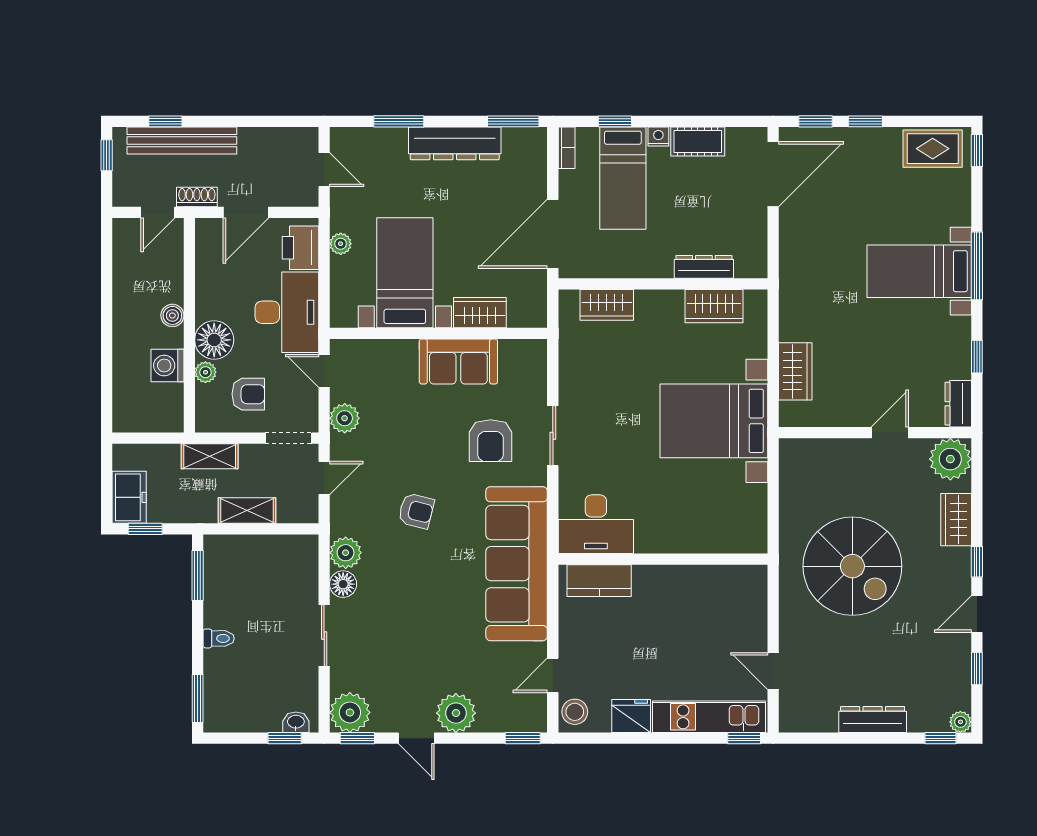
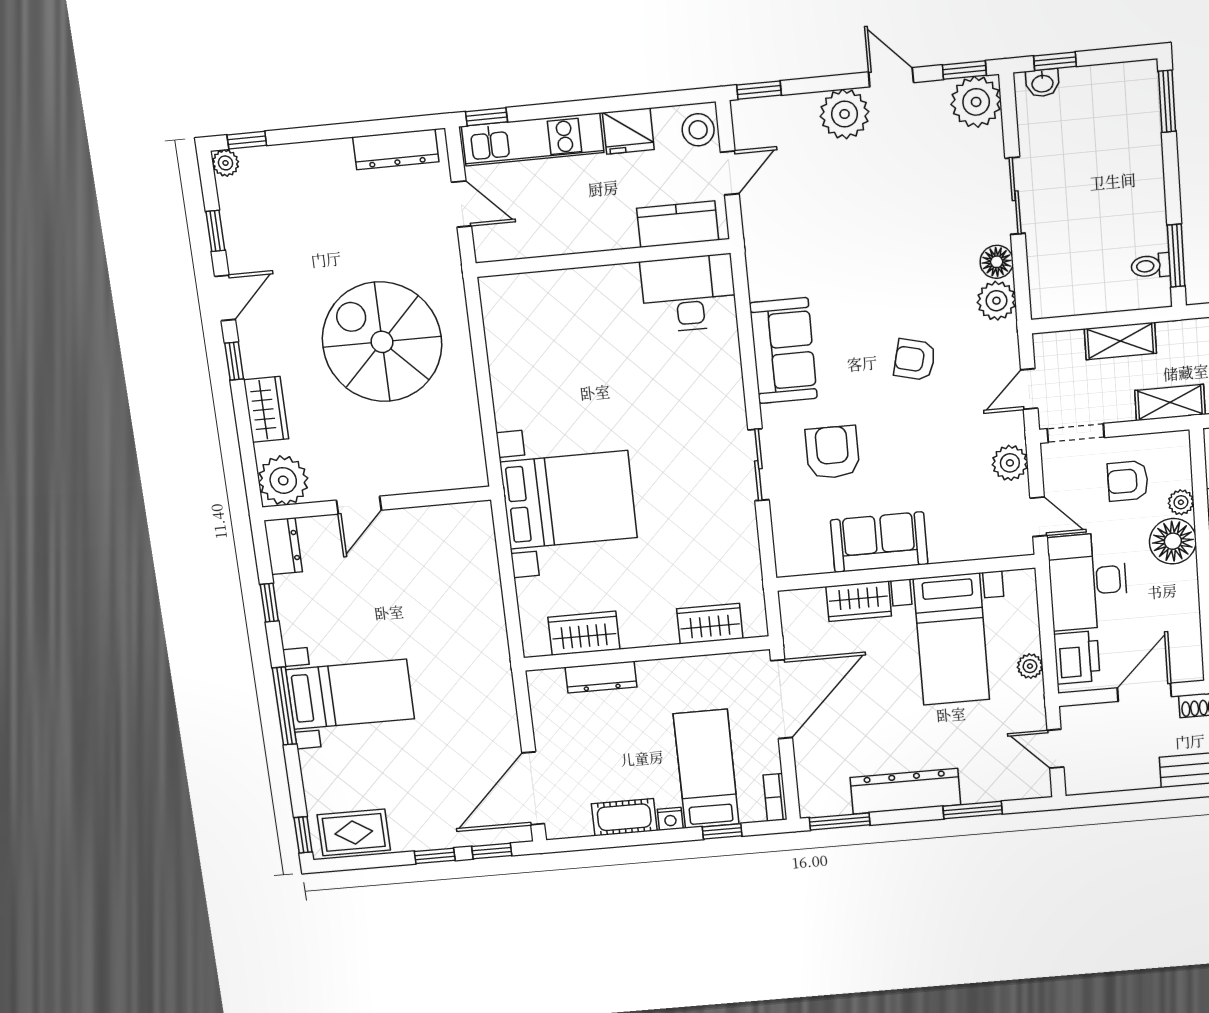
wardrobe: (795, 371) -> (480, 566), removed
desk: (596, 524) -> (689, 293), moved
wall: (663, 559) -> (603, 258), moved
sofa: (517, 564) -> (783, 351), width x0.54, depth x0.79
kitchen counter: (599, 581) -> (678, 224), moved
toilet: (219, 638) -> (1151, 266), moved
dresser: (873, 720) -> (396, 149), moved

